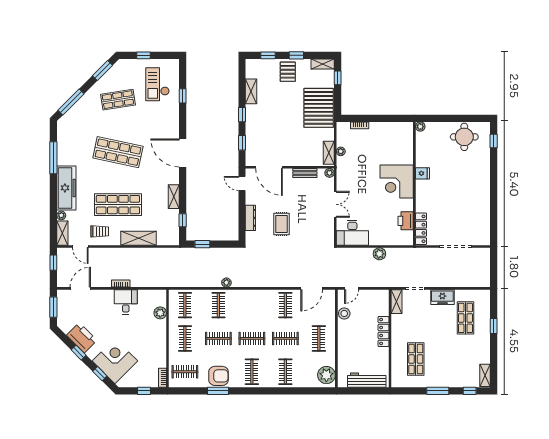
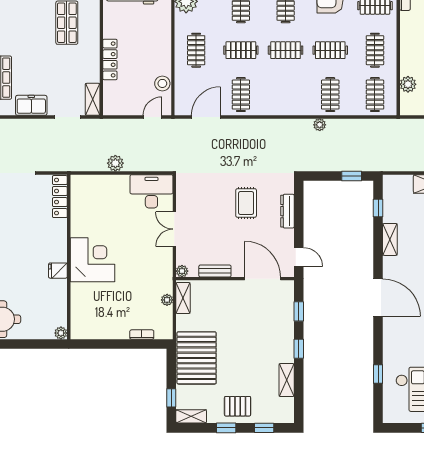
pallet: (288, 72) -> (238, 406), turned 90
printer: (406, 221) -> (80, 207), removed

